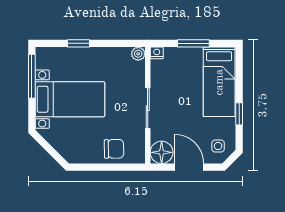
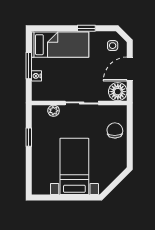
window: (79, 43) -> (29, 137), moved
nightstand: (157, 53) -> (37, 76), moved
plant: (138, 54) -> (54, 111), moved
window: (32, 76) -> (56, 198), removed

